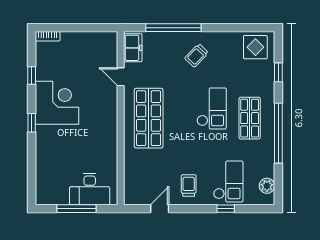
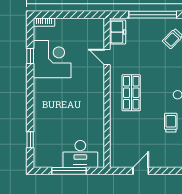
corner desk: (57, 103) -> (52, 59), moved
shop shelf: (149, 118) -> (131, 93), width x0.70, depth x0.74
window: (32, 123) -> (30, 140), moved
trolley: (189, 185) -> (171, 123), moved

